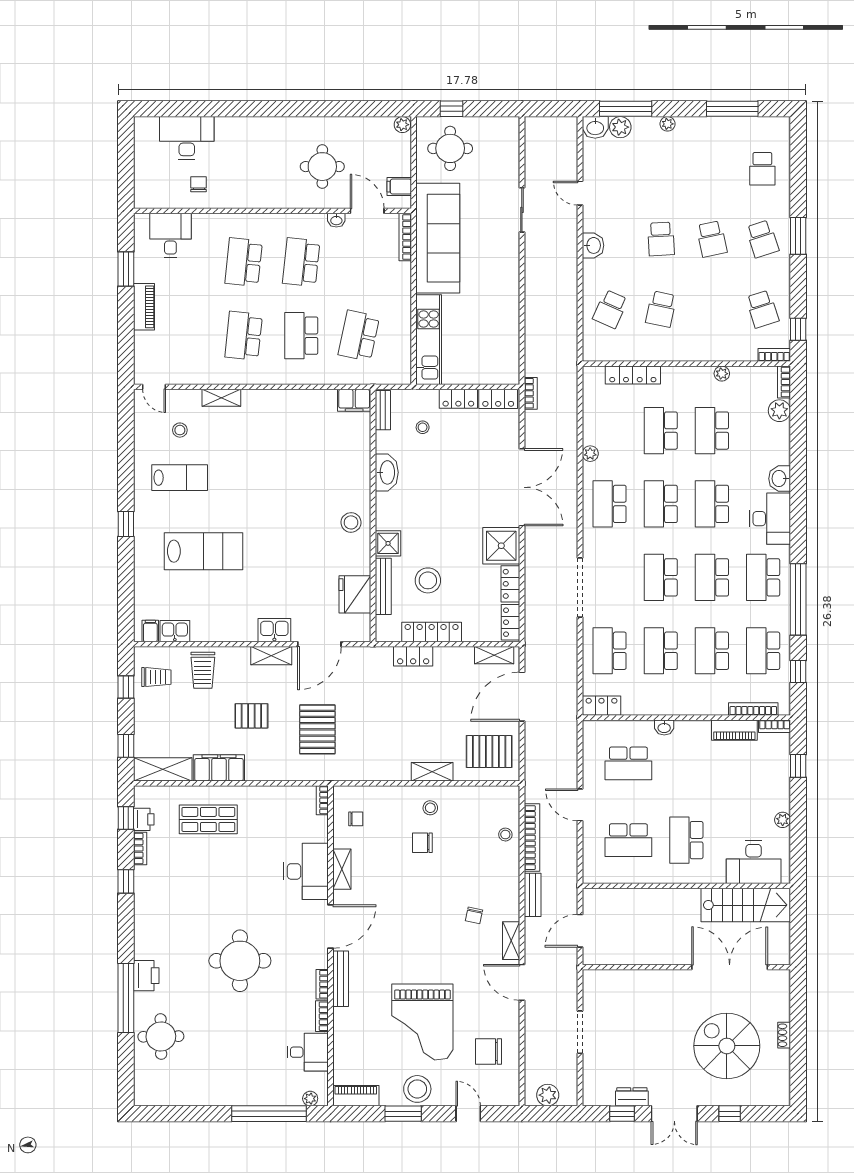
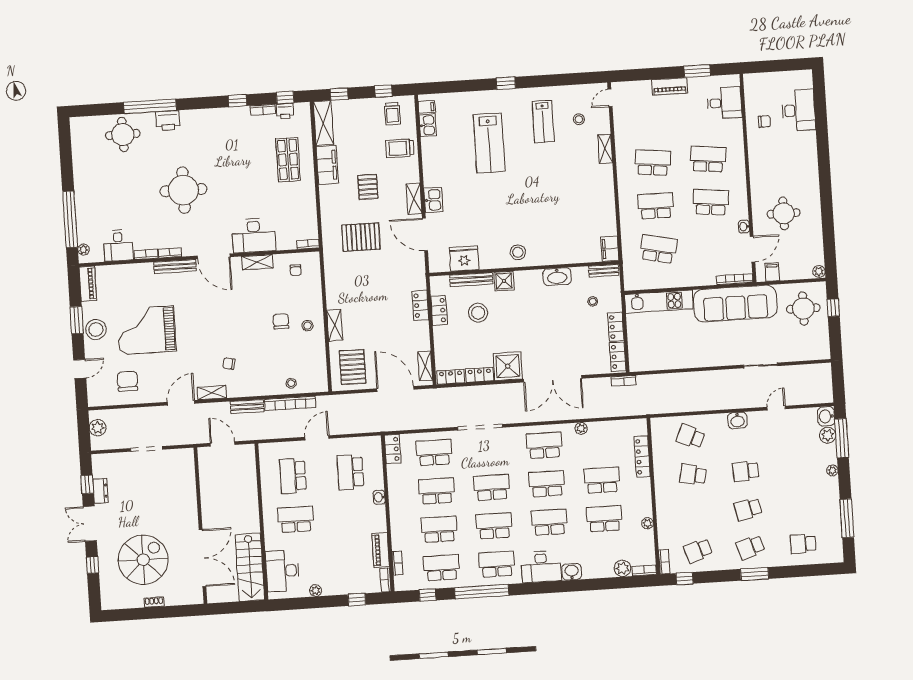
locker: (432, 632) -> (439, 310), width x0.66
bookcase: (753, 709) -> (397, 563), width x0.64

